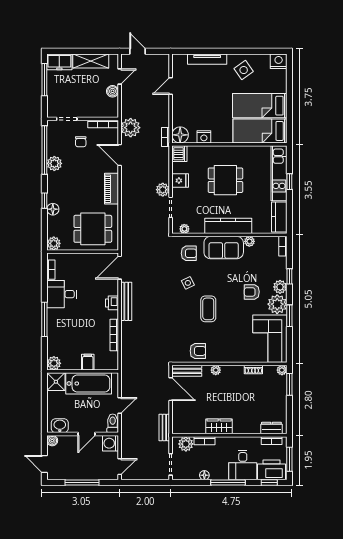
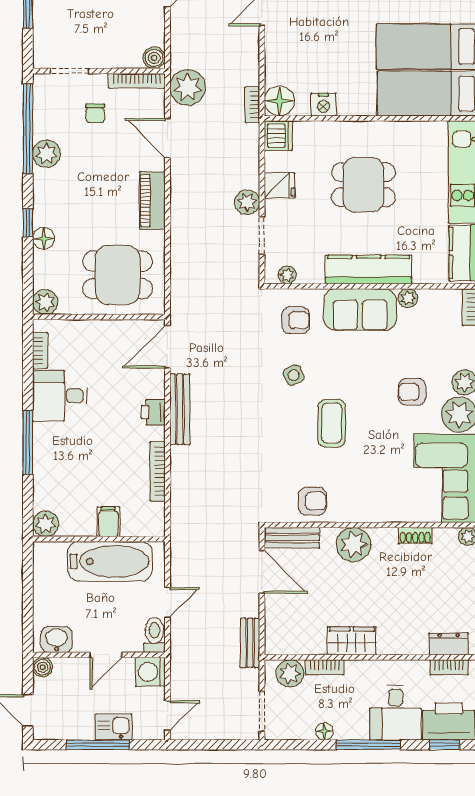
boiler: (112, 91) -> (154, 58), moved
plant: (216, 370) -> (354, 545), width x1.88, depth x1.88
shower: (56, 382) -> (49, 558), removed
kitchen sink: (91, 473) -> (114, 727), added

